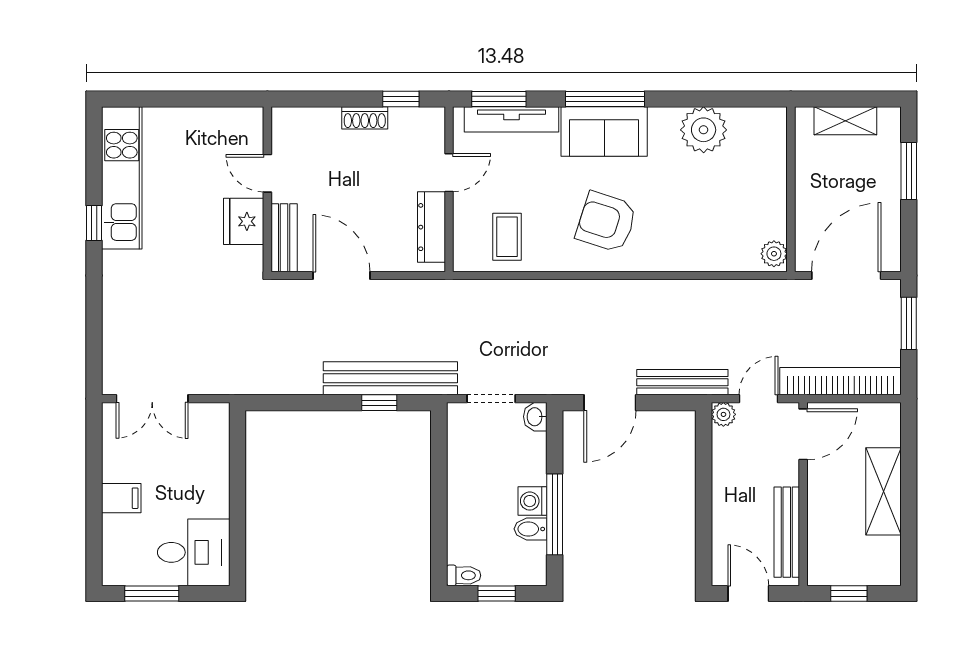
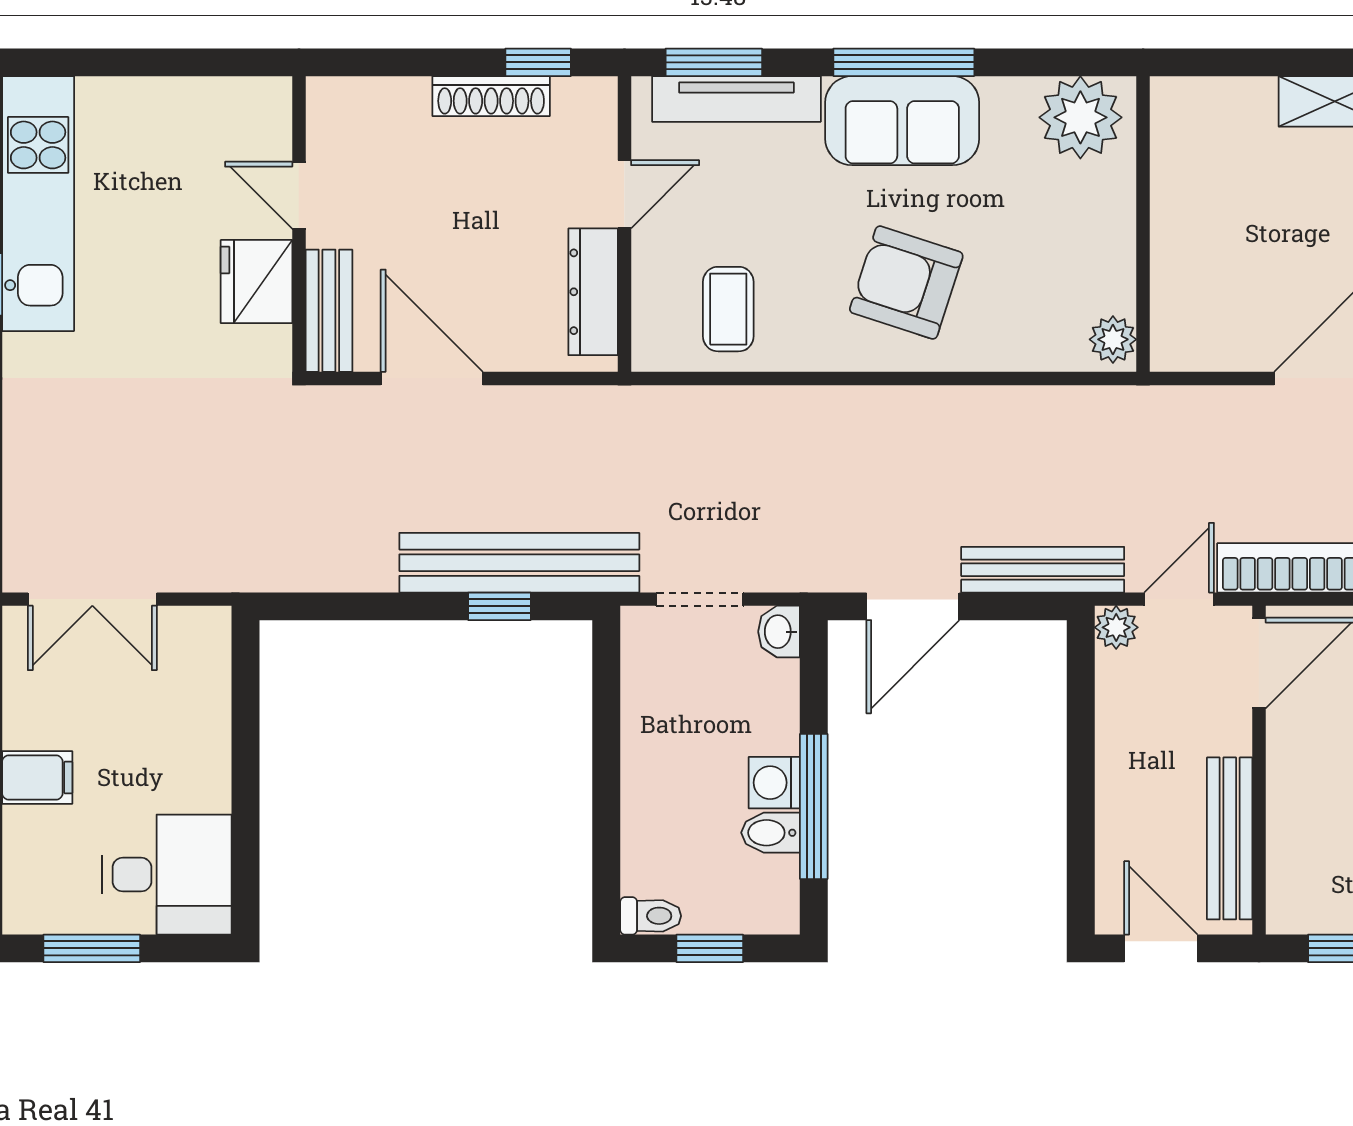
shoe rack: (365, 118) -> (491, 96), width x1.43
wall: (791, 189) -> (1143, 224), moved
plant: (774, 254) -> (1113, 339), moved

